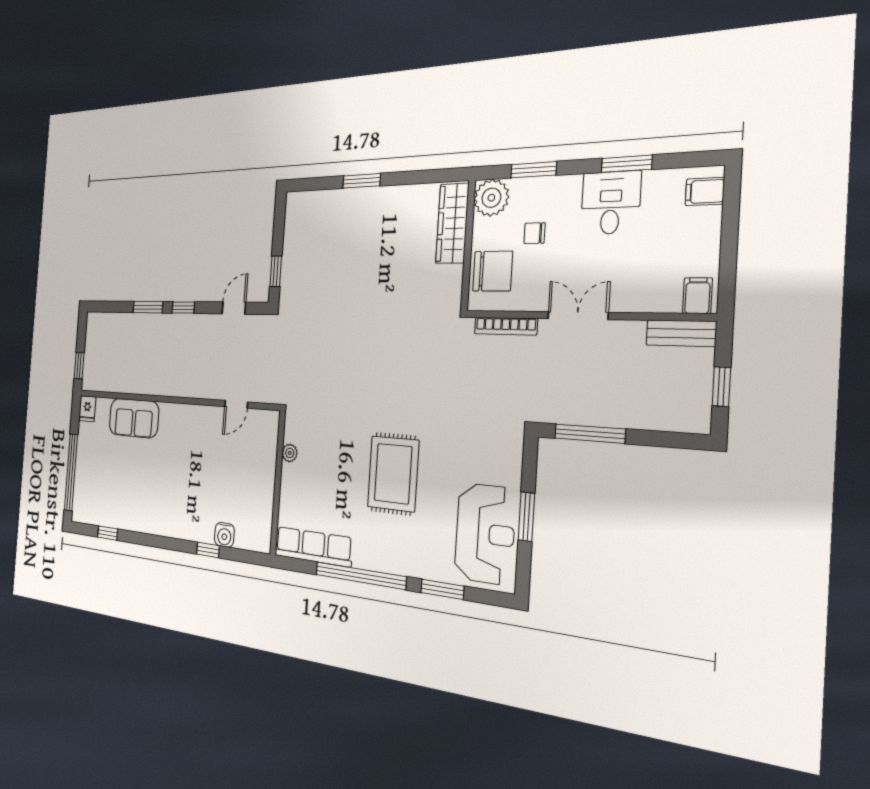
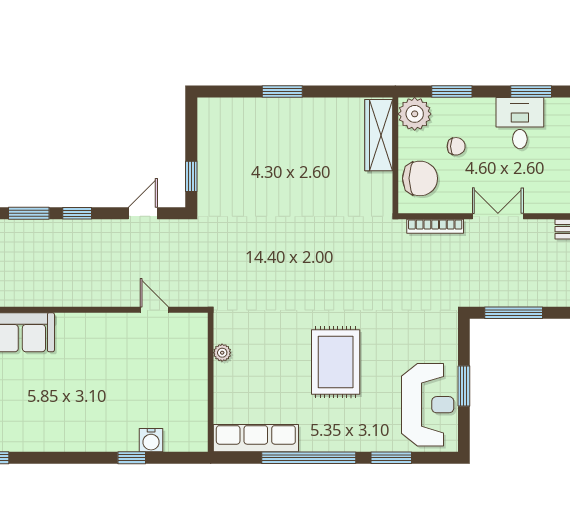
chair: (535, 233) -> (456, 146), turned 180
door: (236, 404) -> (154, 310), swing flipped

